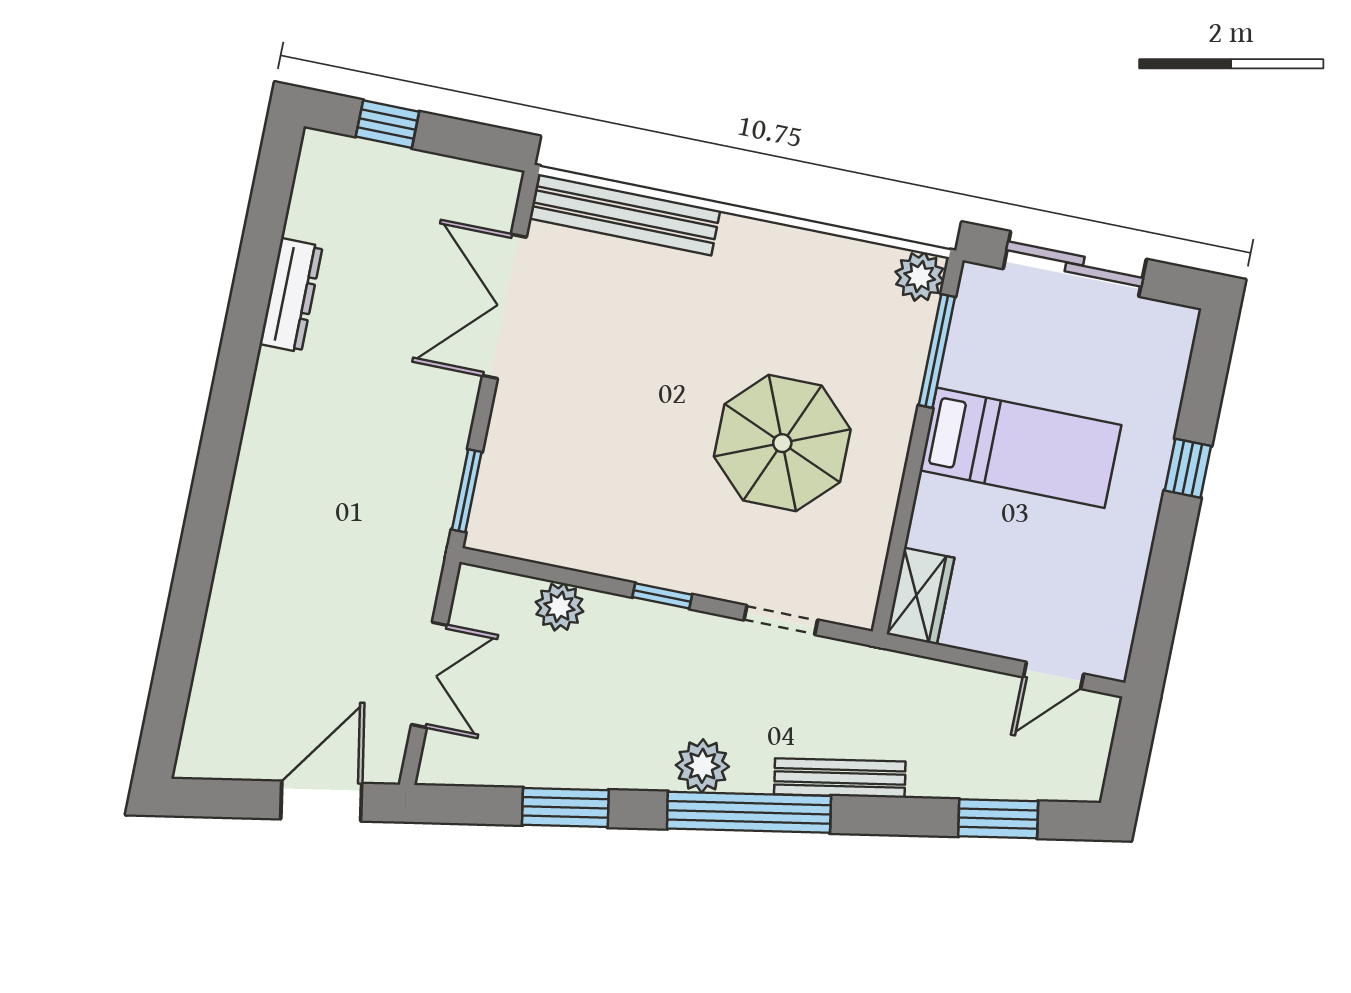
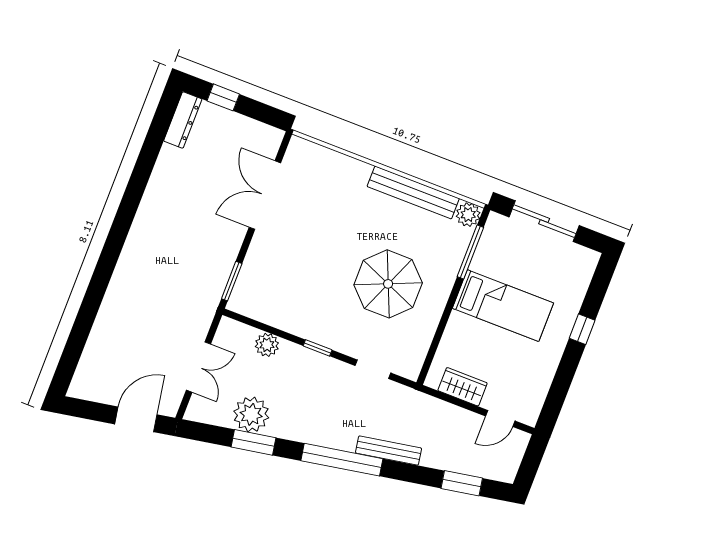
bench: (625, 215) -> (413, 192), moved
dresser: (291, 295) -> (183, 120), moved
wardrobe: (920, 596) -> (463, 387), moved, turned -90
plant: (702, 766) -> (251, 414), moved, width x1.36, depth x1.36

